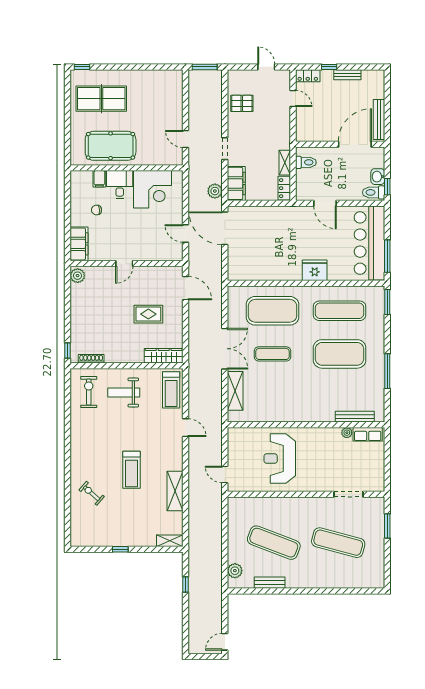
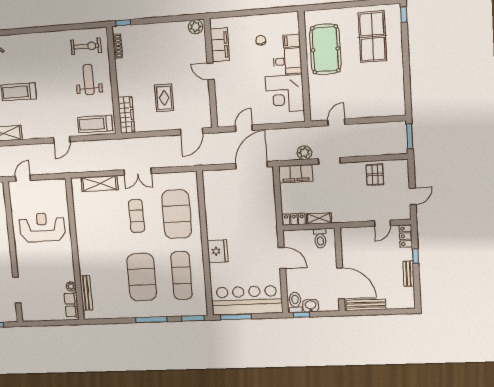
plant: (215, 191) -> (304, 153), moved
door: (325, 203) -> (282, 258), swing flipped
filing cabinet: (79, 244) -> (220, 45), moved, turned -90
double door: (225, 349) -> (138, 172), width x0.73
window: (387, 371) -> (151, 320), moved

